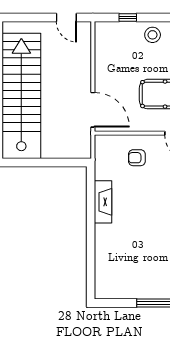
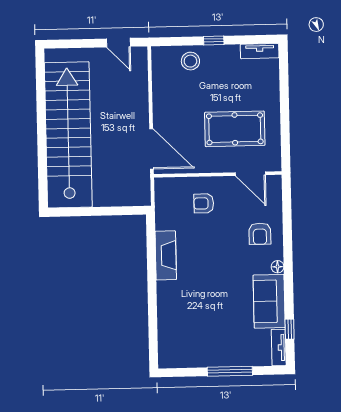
window: (128, 17) -> (214, 40), moved
stool: (153, 35) -> (190, 61), moved

